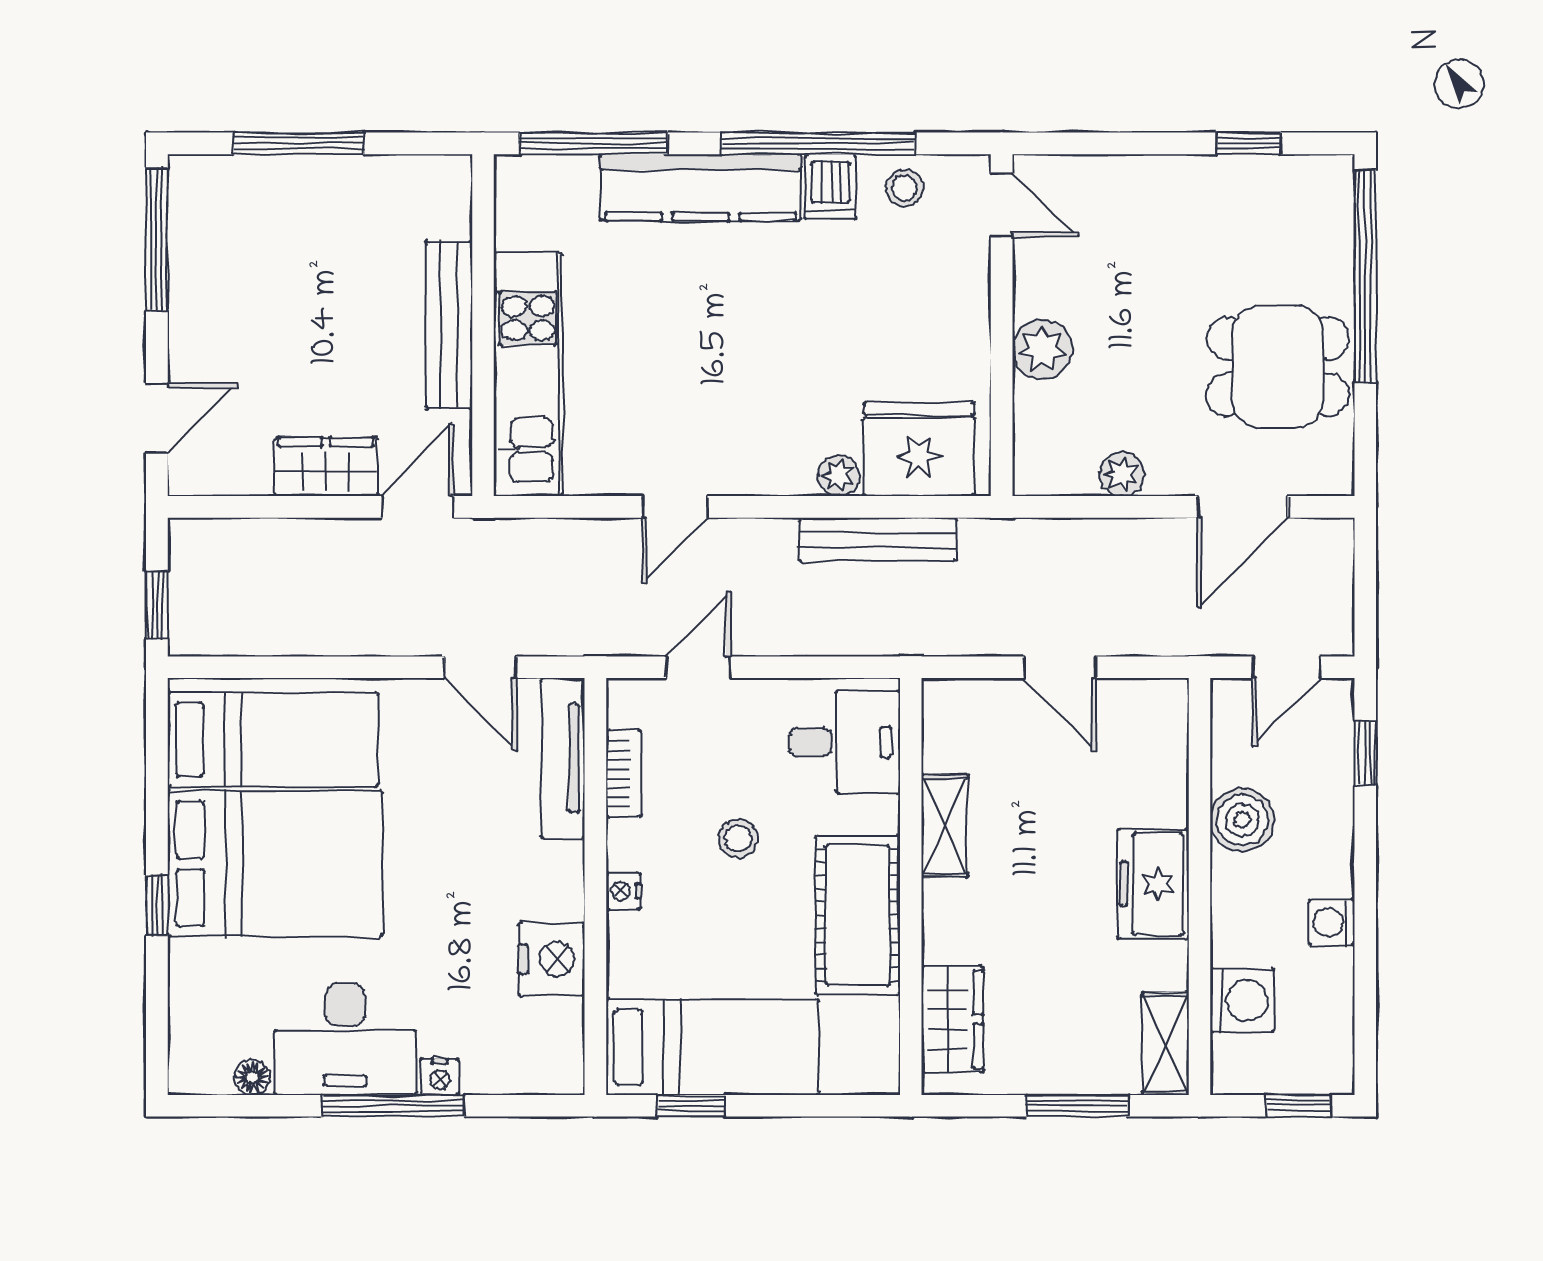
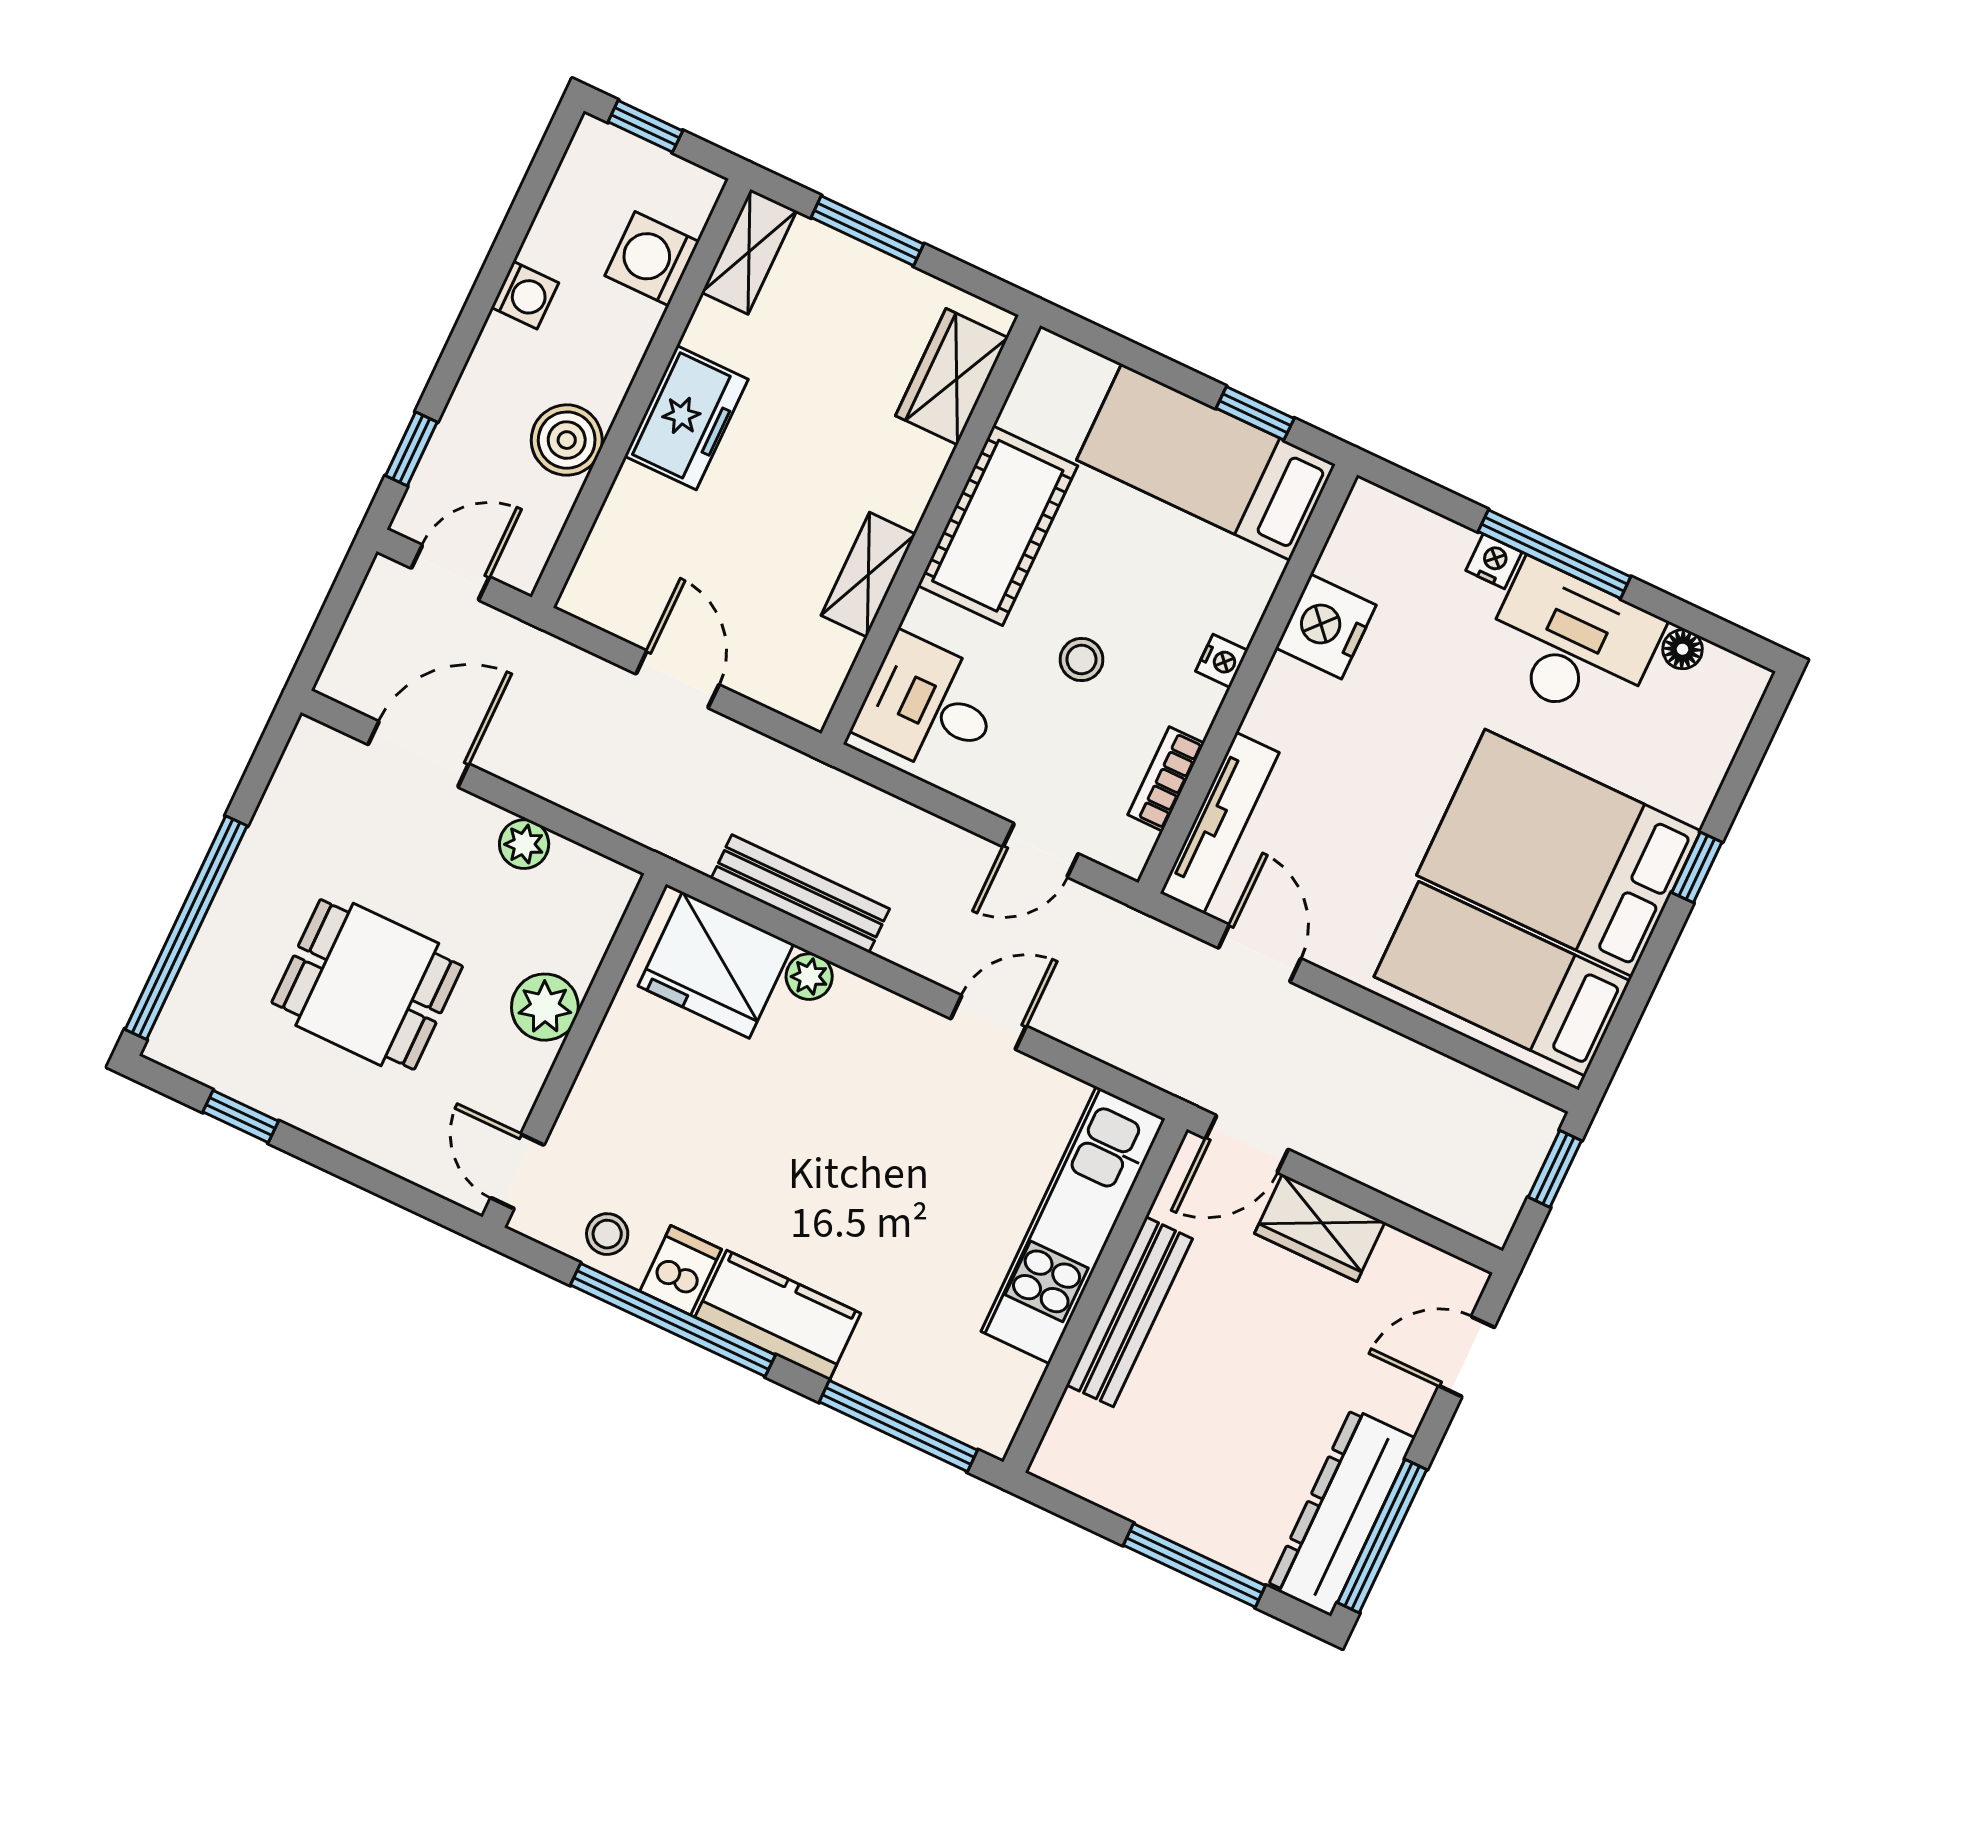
kitchen counter: (701, 187) -> (778, 1315), width x0.67
dresser: (199, 243) -> (1341, 1512), added
dining table: (1278, 367) -> (367, 984), moved

